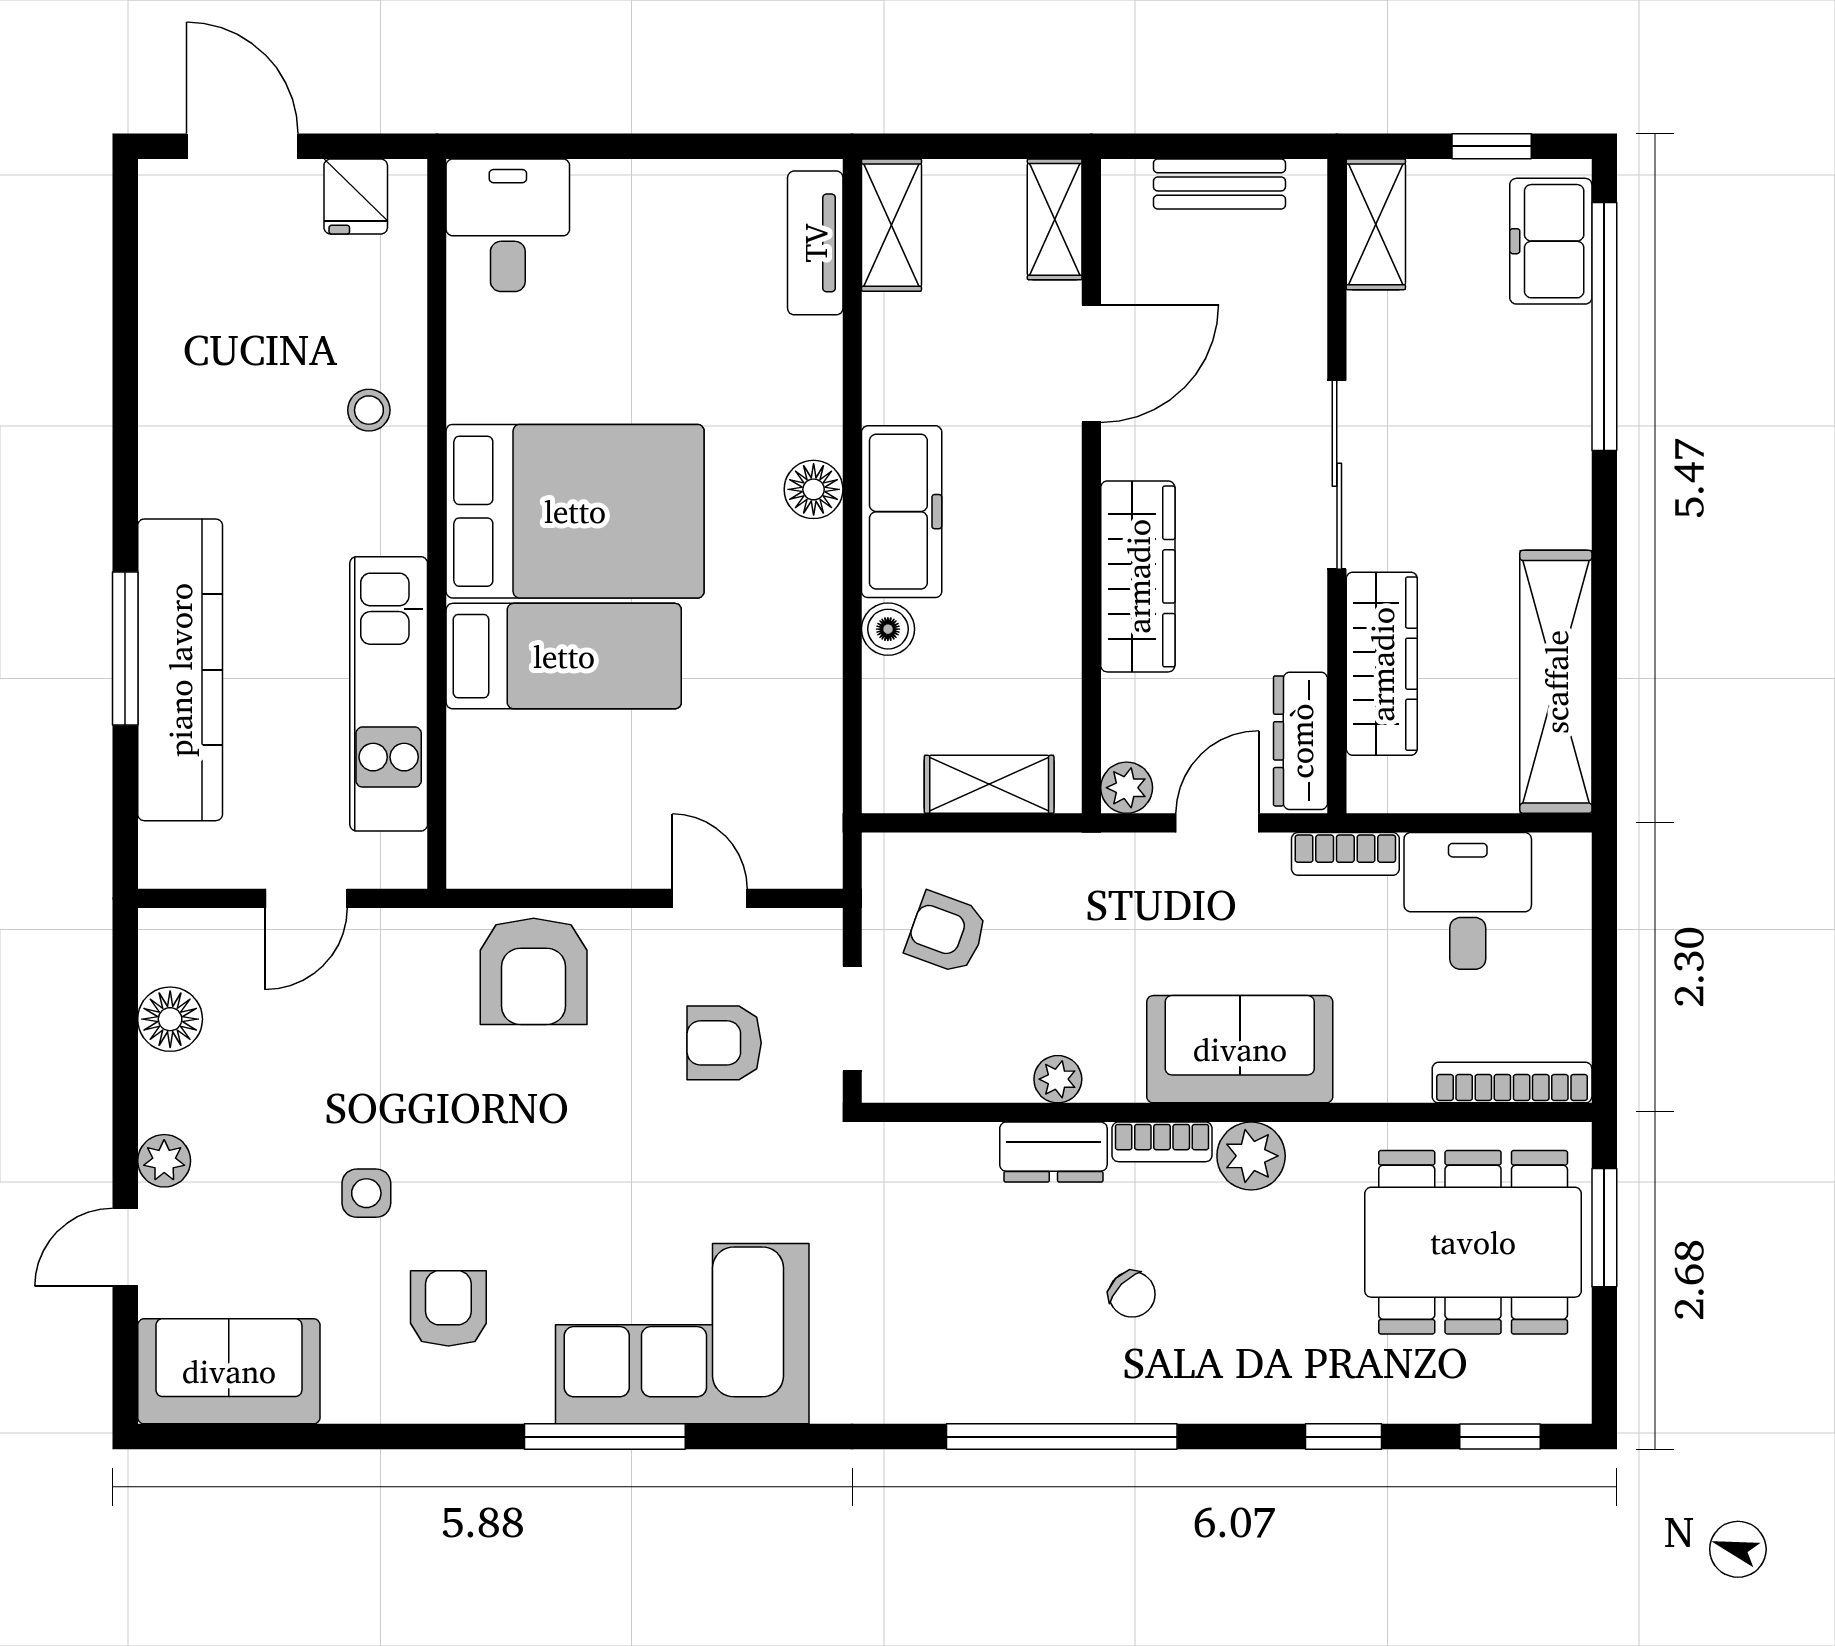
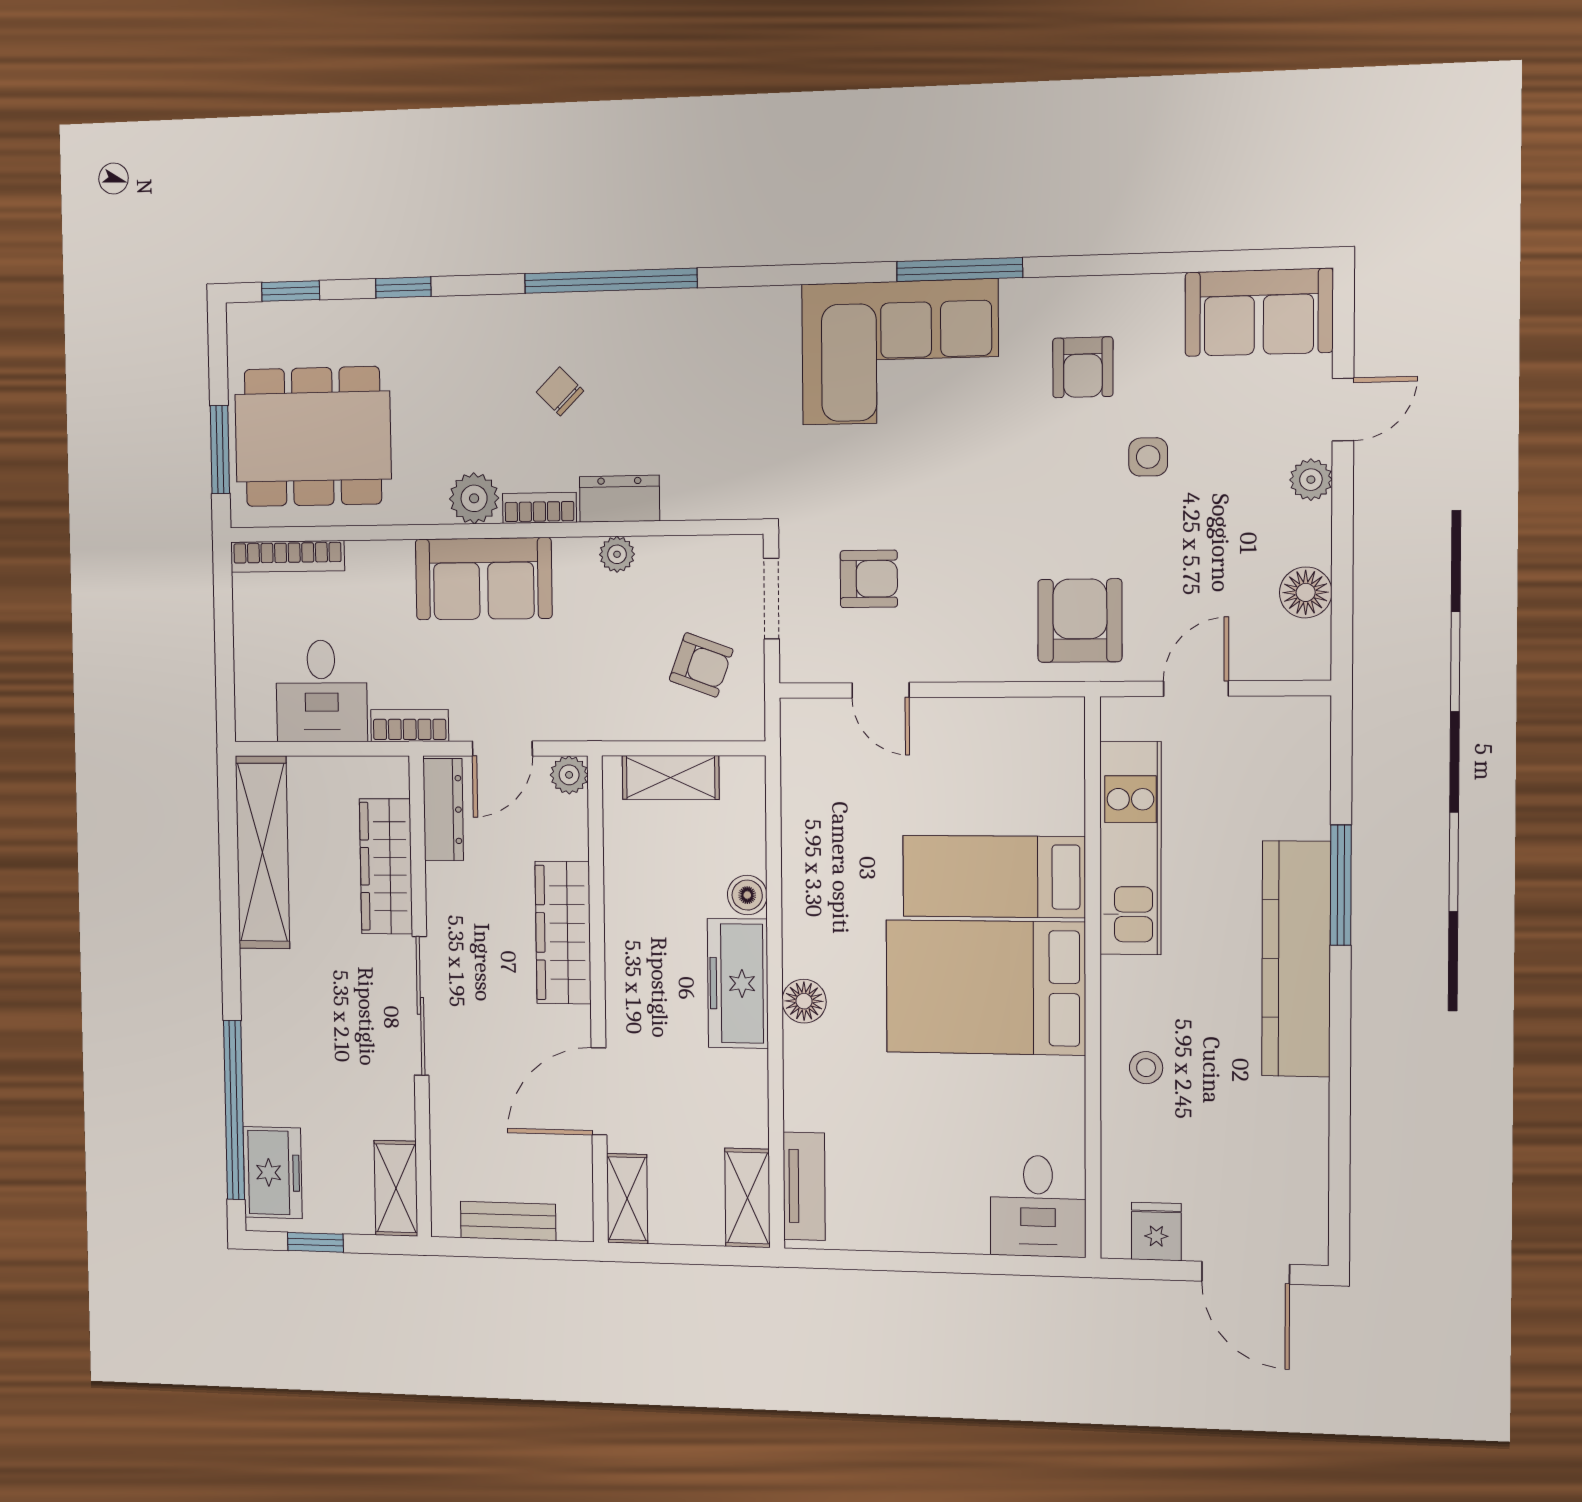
kitchen counter: (180, 670) -> (1296, 959), moved
armchair: (534, 971) -> (1080, 621), moved

